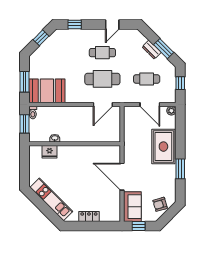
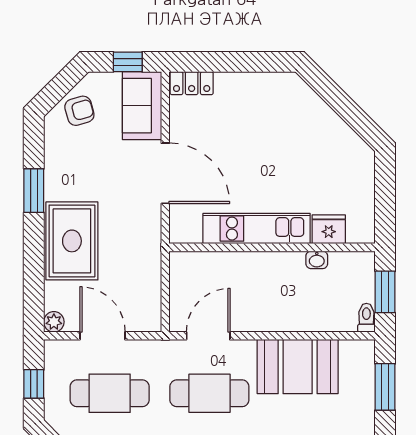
cafe table: (147, 79) -> (110, 393), width x1.37, depth x1.35
booth: (47, 91) -> (298, 367), moved
kitchen unit: (51, 199) -> (257, 229), moved, turned 135
locker: (89, 217) -> (192, 83), moved

